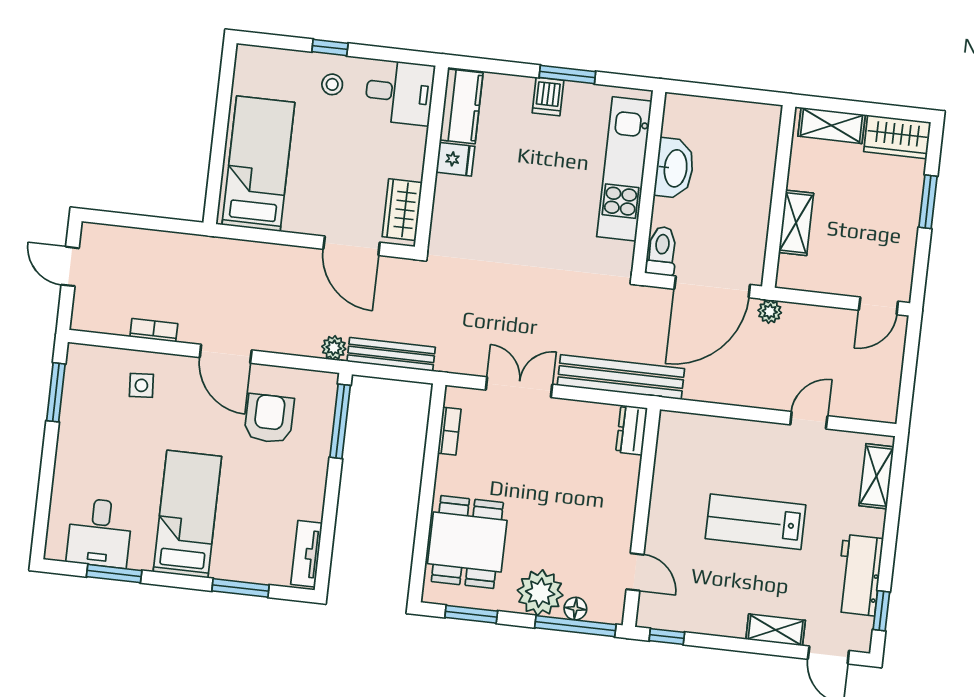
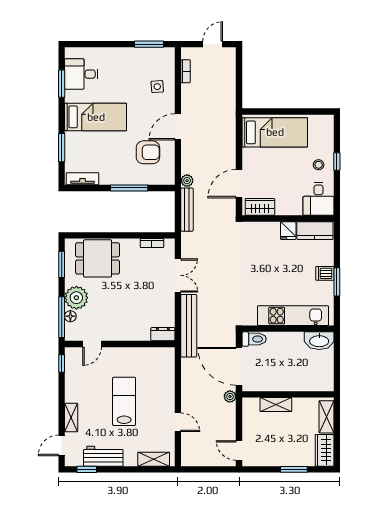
washbasin: (674, 168) -> (319, 341), moved
bookcase: (154, 330) -> (186, 71), moved
window: (340, 421) -> (129, 188), moved

